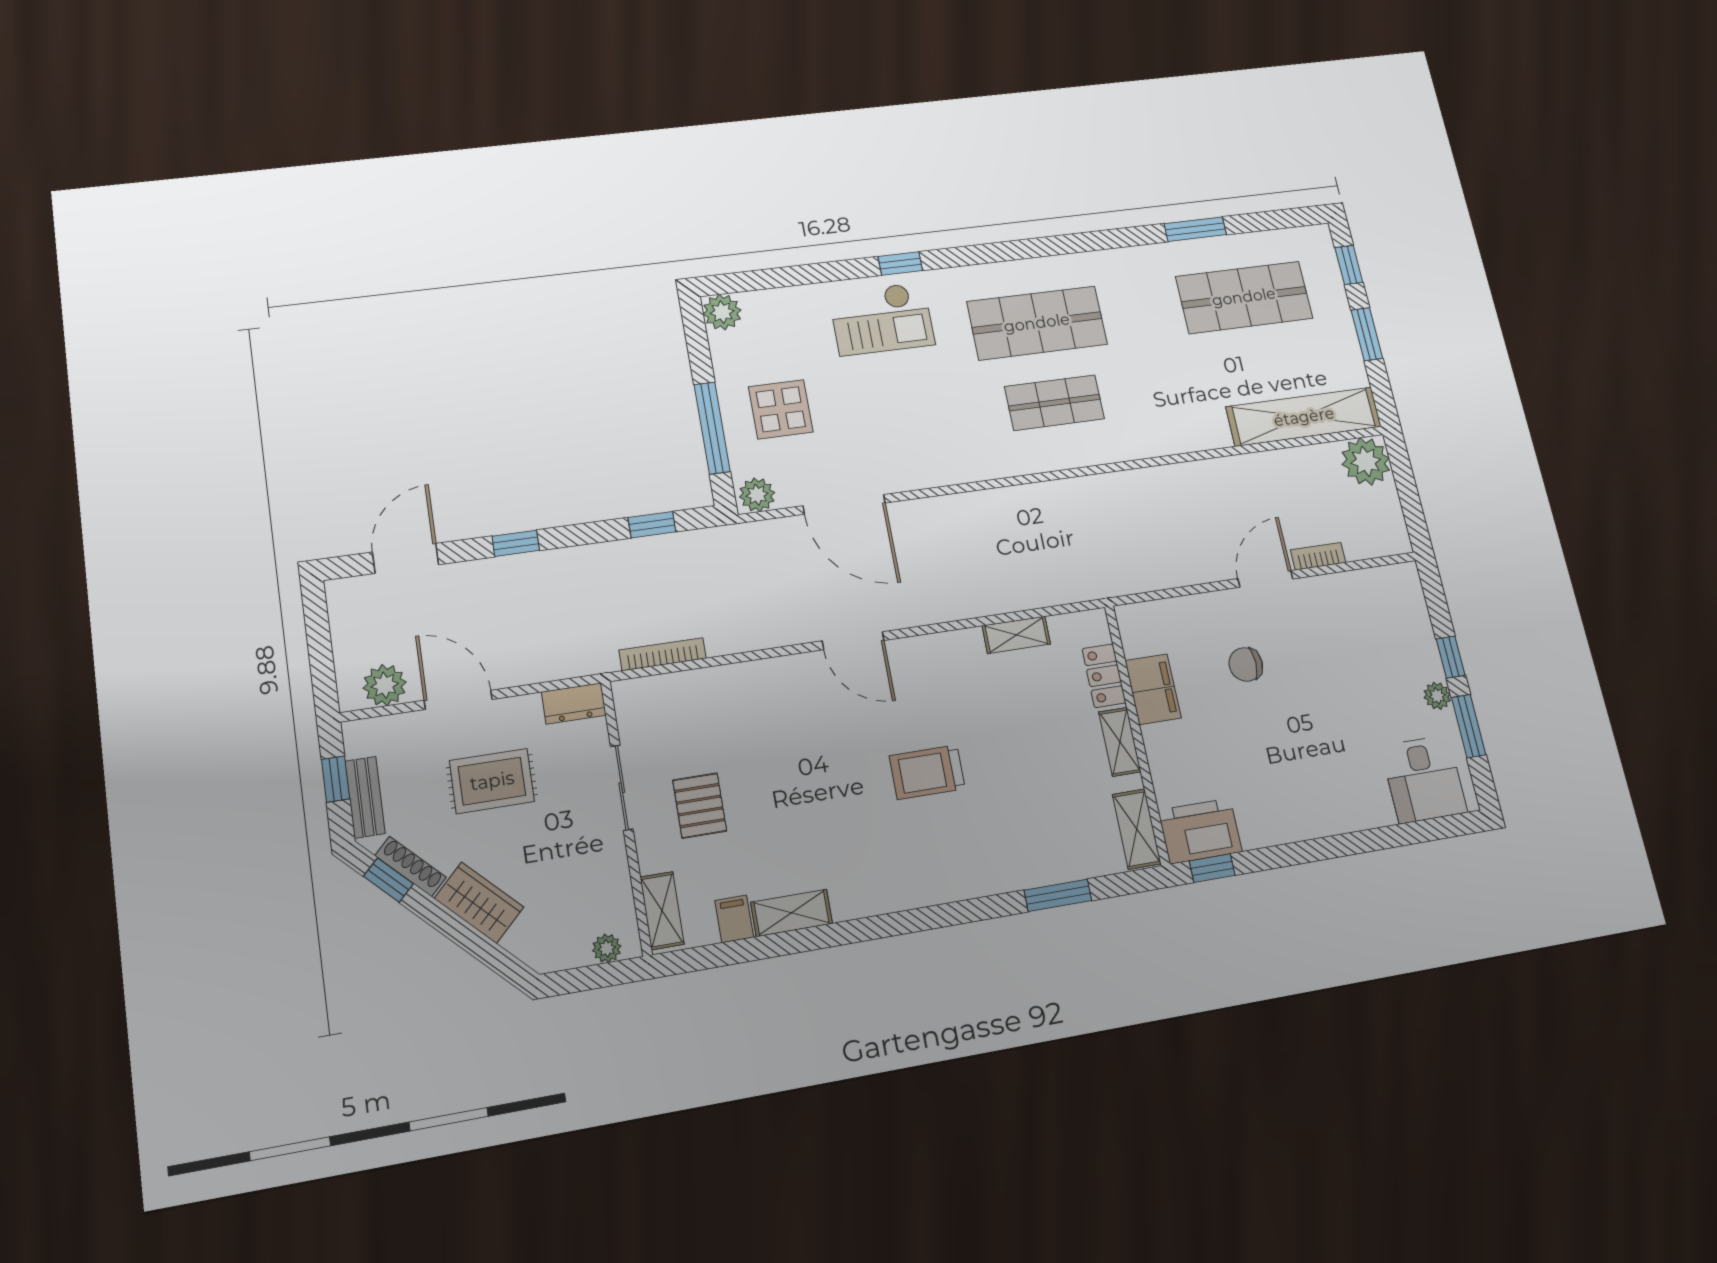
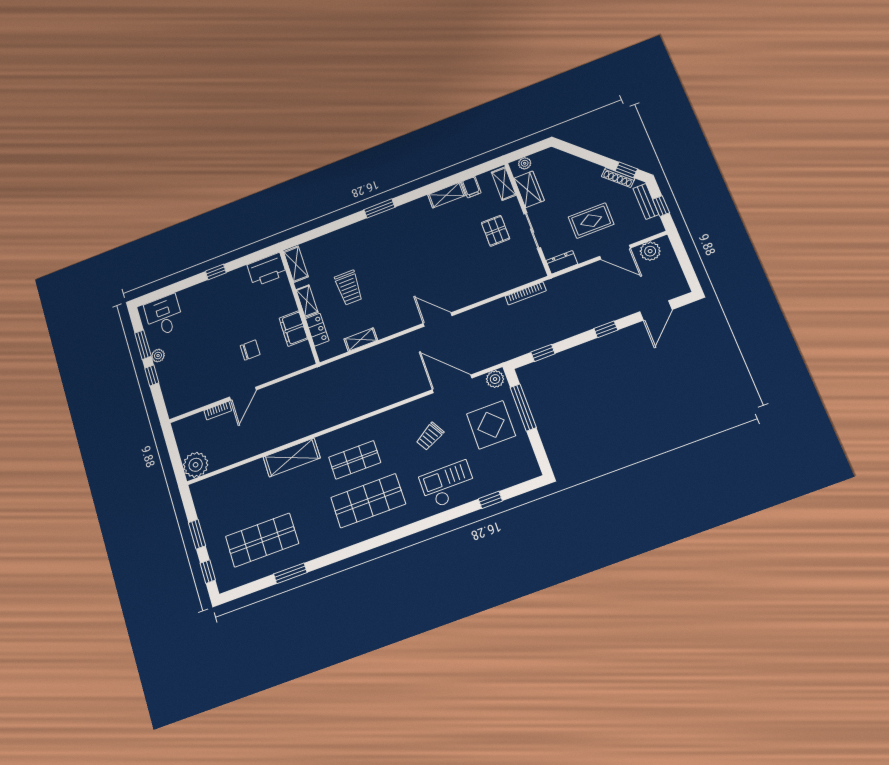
window: (900, 263) -> (490, 500), moved
plant: (722, 312) -> (530, 469), removed
display table: (781, 409) -> (491, 425), width x1.36, depth x1.36
trolley: (903, 414) -> (430, 436), added
shelving: (1304, 417) -> (292, 457), moved, width x0.68
trolley: (927, 772) -> (349, 288), moved, turned 90
window: (1212, 868) -> (216, 272), moved
window: (1058, 895) -> (379, 208), moved
wardrobe: (479, 903) -> (529, 189), moved, turned -135

